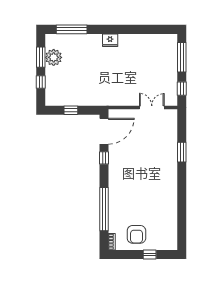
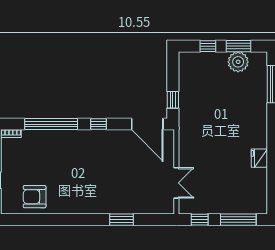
fridge: (110, 40) -> (259, 158), moved
window: (71, 110) -> (173, 100), moved
window: (104, 158) -> (98, 124), moved
armchair: (136, 234) -> (35, 197), moved

